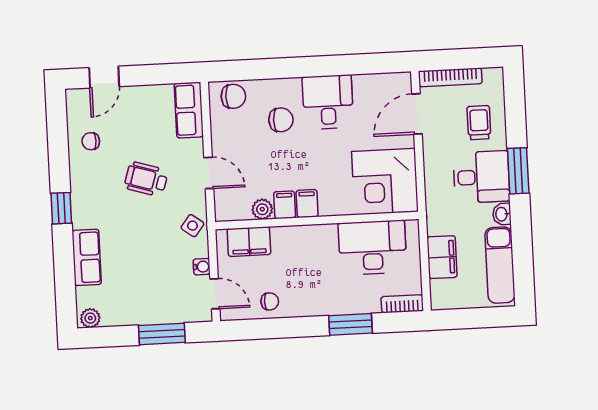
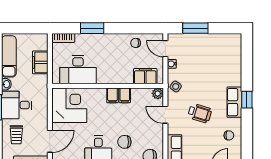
plant: (262, 209) -> (158, 93), moved
row of seats: (87, 257) -> (234, 102), moved
plant: (90, 318) -> (234, 39), removed

